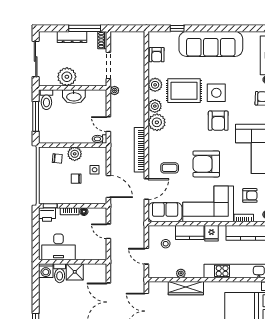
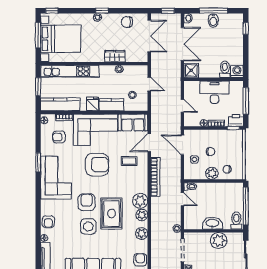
rug: (184, 91) -> (112, 214), moved, turned 90
window: (36, 116) -> (246, 206), width x1.46
window: (36, 237) -> (246, 101), added
desk: (58, 247) -> (214, 92), moved
shower: (75, 272) -> (191, 70), moved
wardrobe: (186, 288) -> (115, 56), width x0.67

